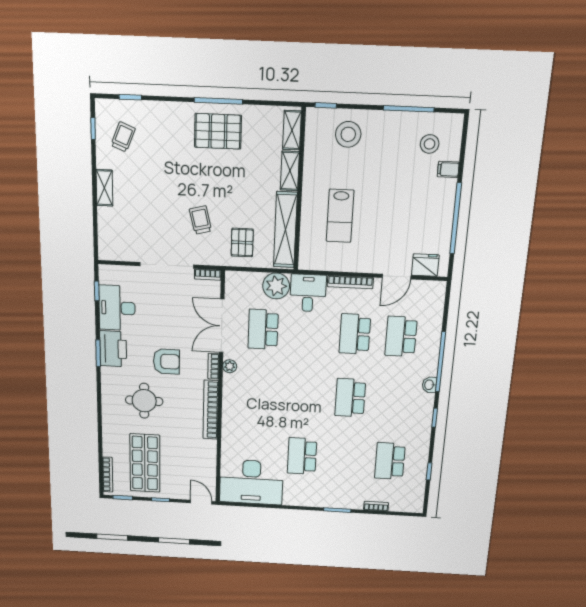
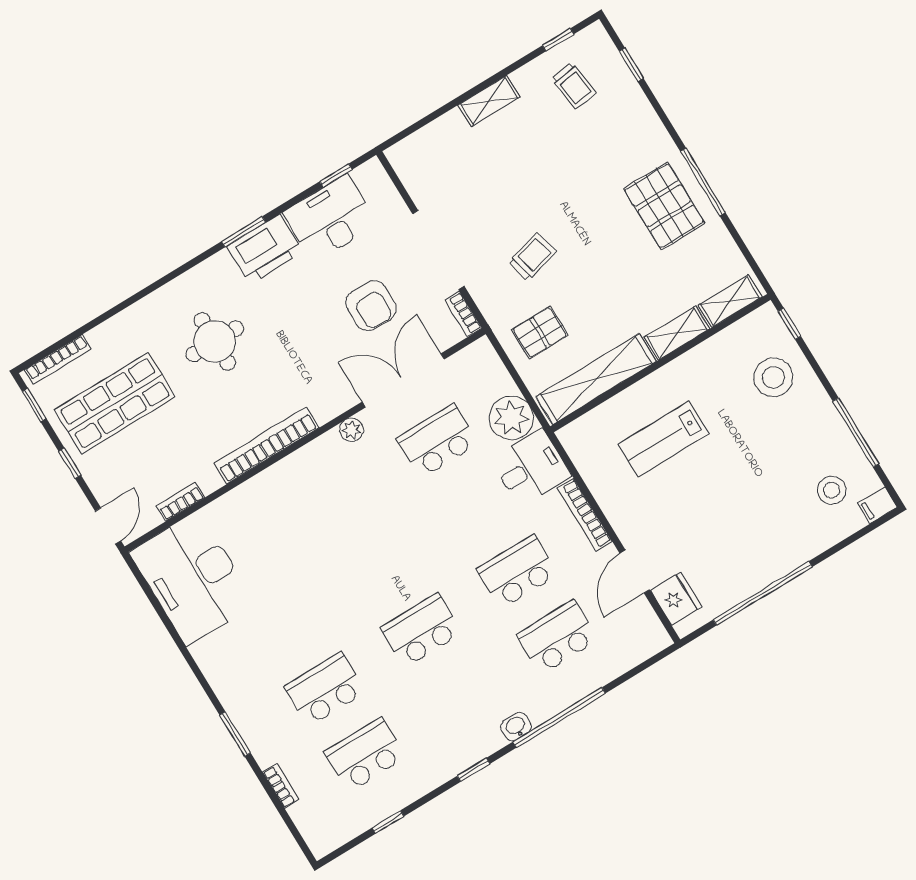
trolley: (123, 137) -> (574, 86), turned 60
filing cabinet: (448, 169) -> (877, 505), moved, turned -90
door: (397, 277) -> (635, 571), hinge flipped
armchair: (166, 361) -> (371, 306), moved
bookcase: (213, 366) -> (181, 502), moved
school desk: (302, 456) -> (325, 689), moved

